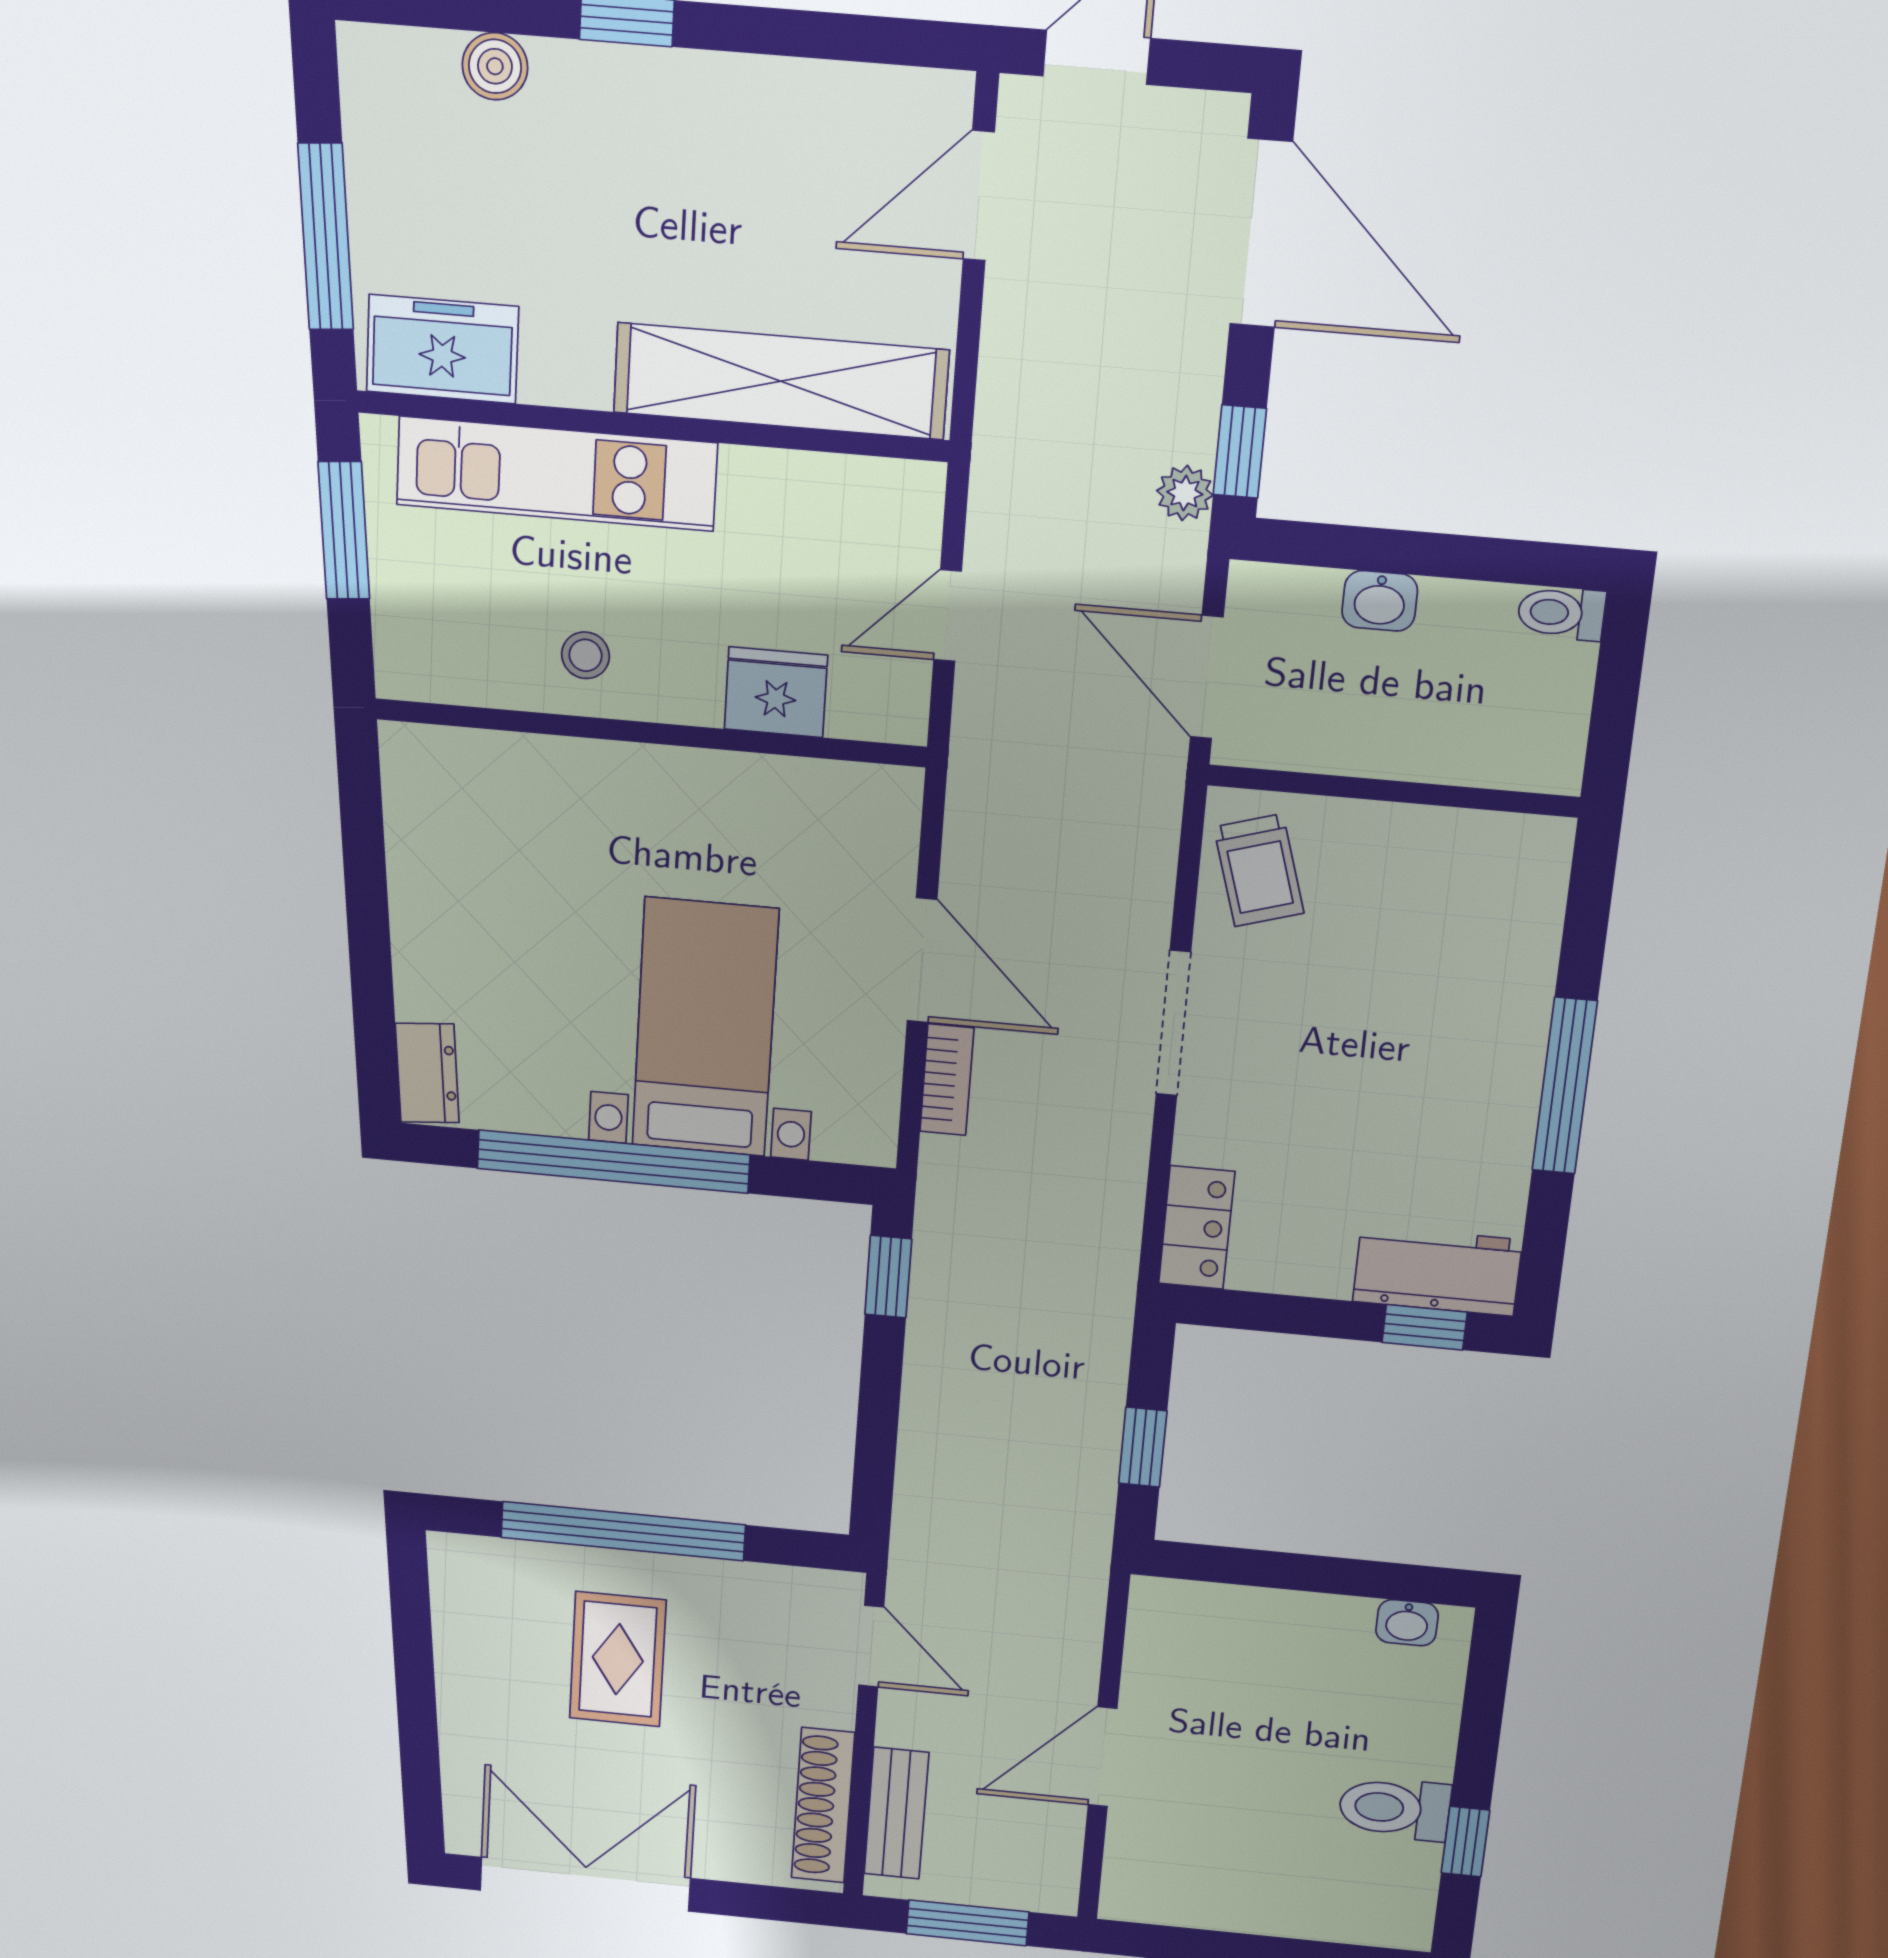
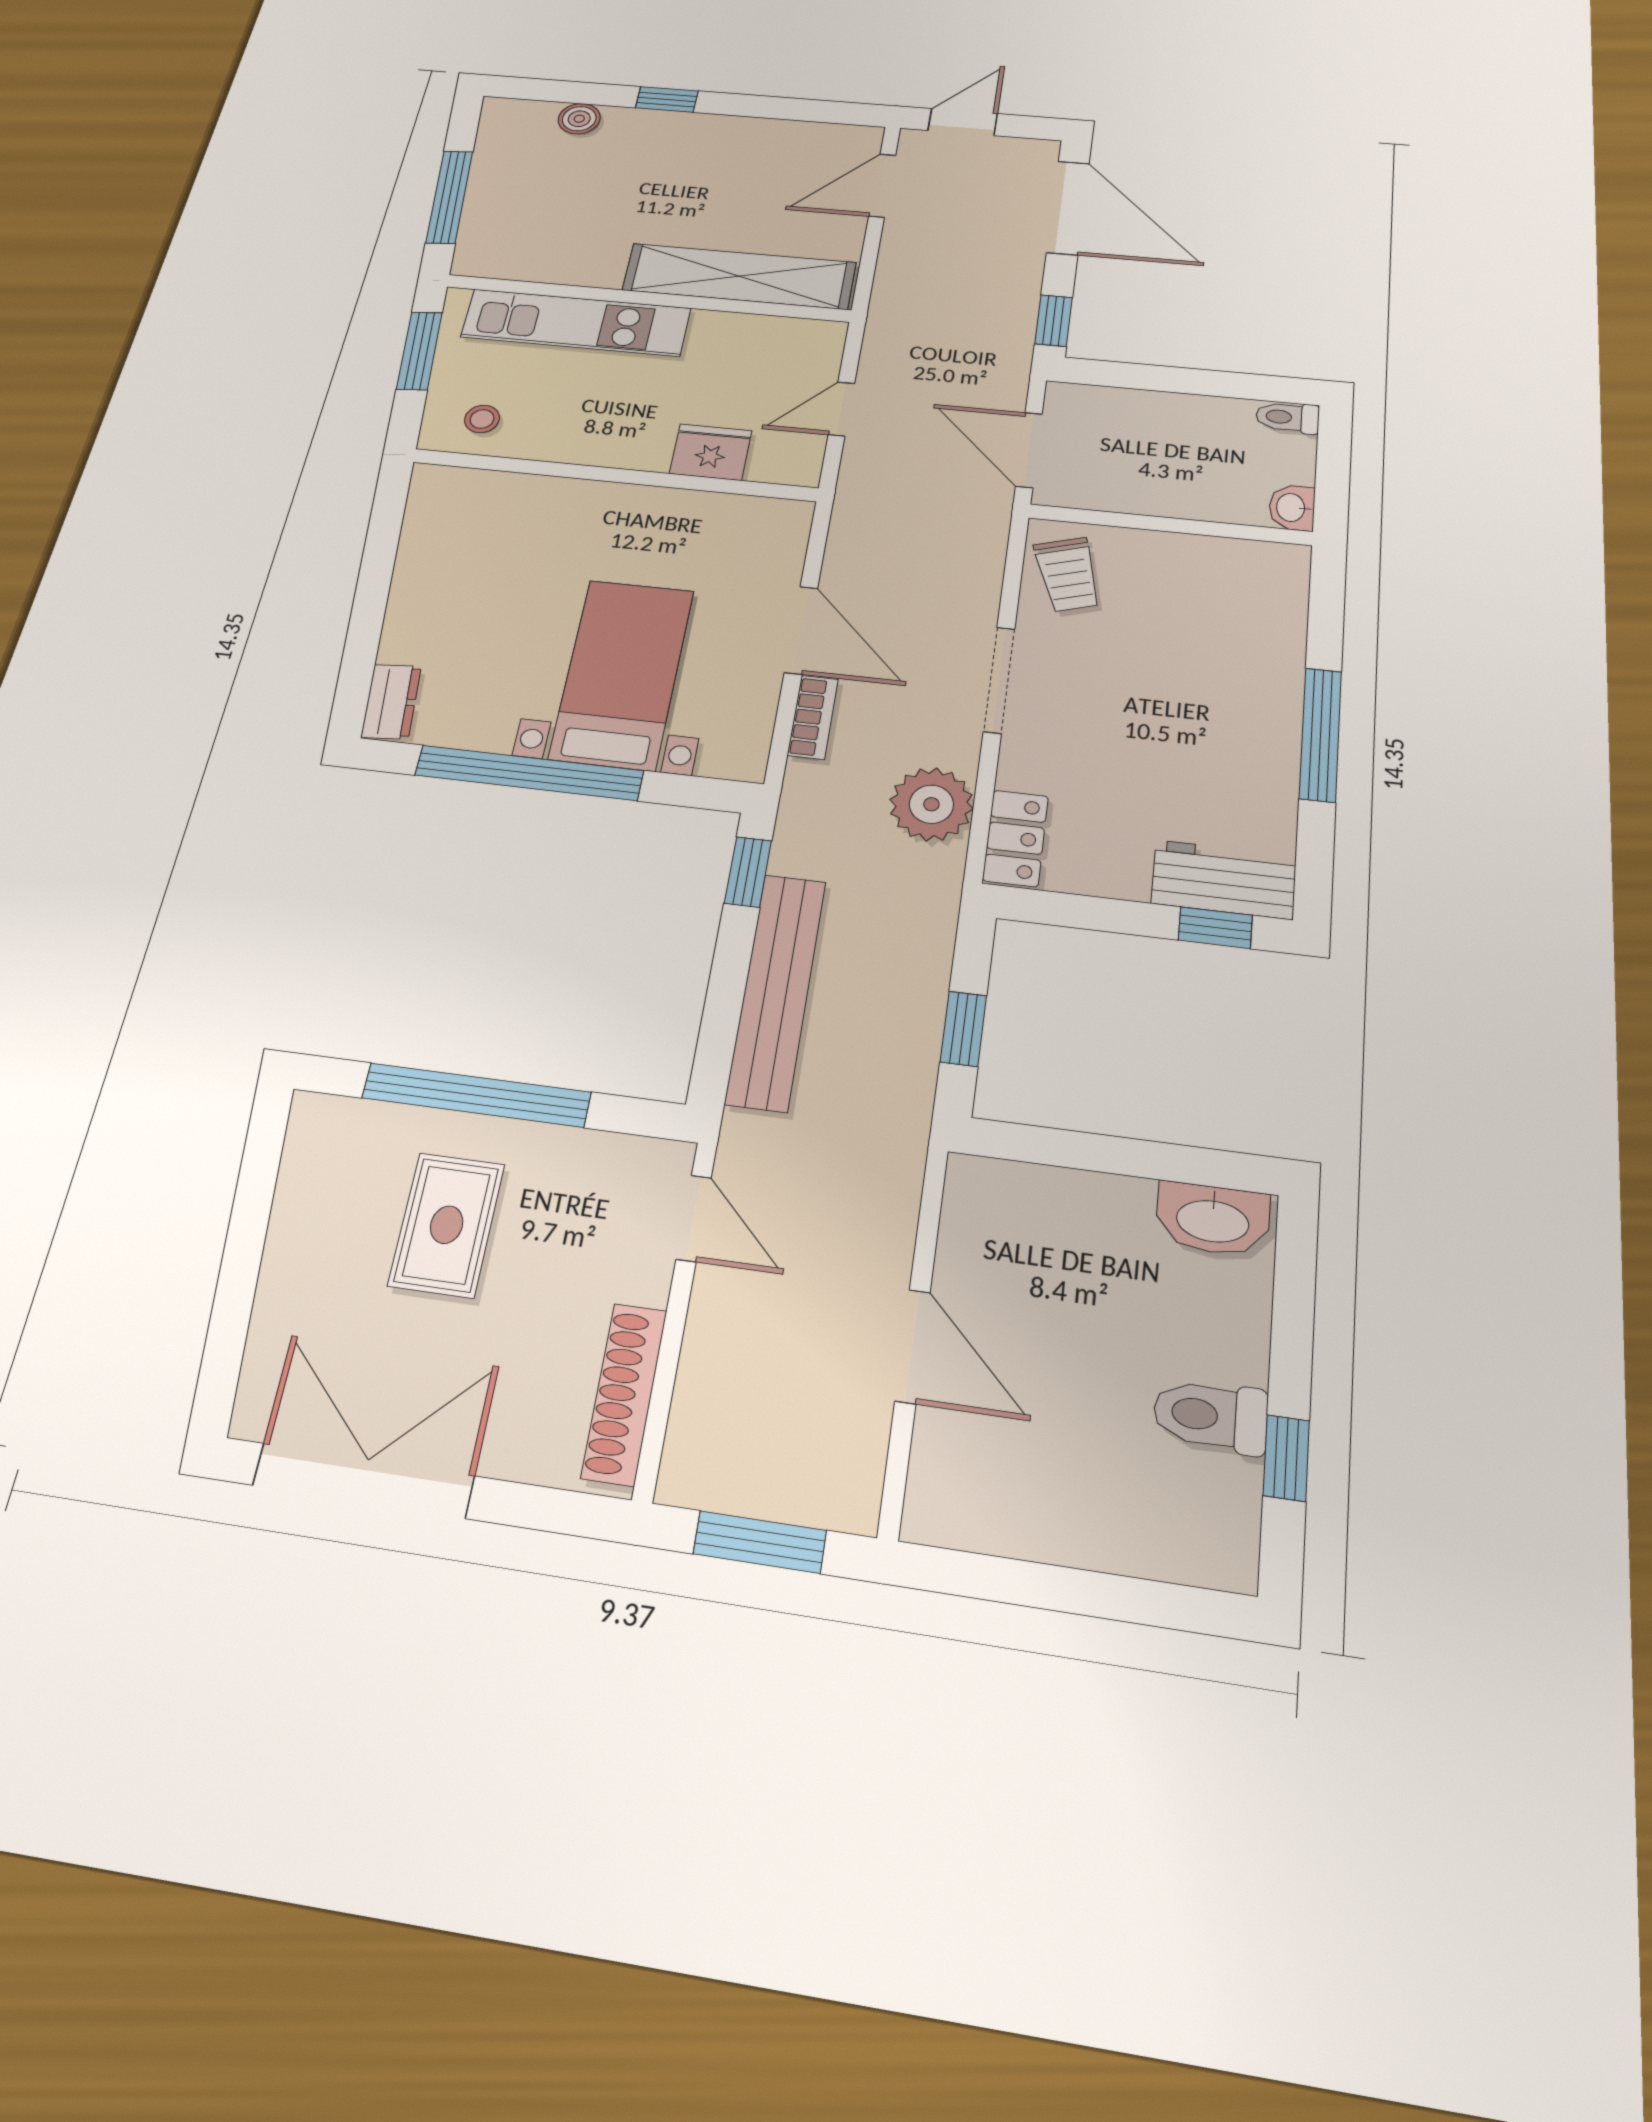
freezer: (442, 349) -> (513, 255), removed
plant: (1185, 493) -> (931, 804), moved, width x1.88, depth x1.88
washbasin: (1380, 601) -> (1292, 508), moved, turned 90
stool: (585, 655) -> (482, 419), moved
washbasin: (1407, 1623) -> (1213, 1219), width x1.91, depth x1.45
door: (1103, 1757) -> (913, 1346), swing flipped
bench: (896, 1813) -> (776, 991), moved, width x1.86, depth x1.21

